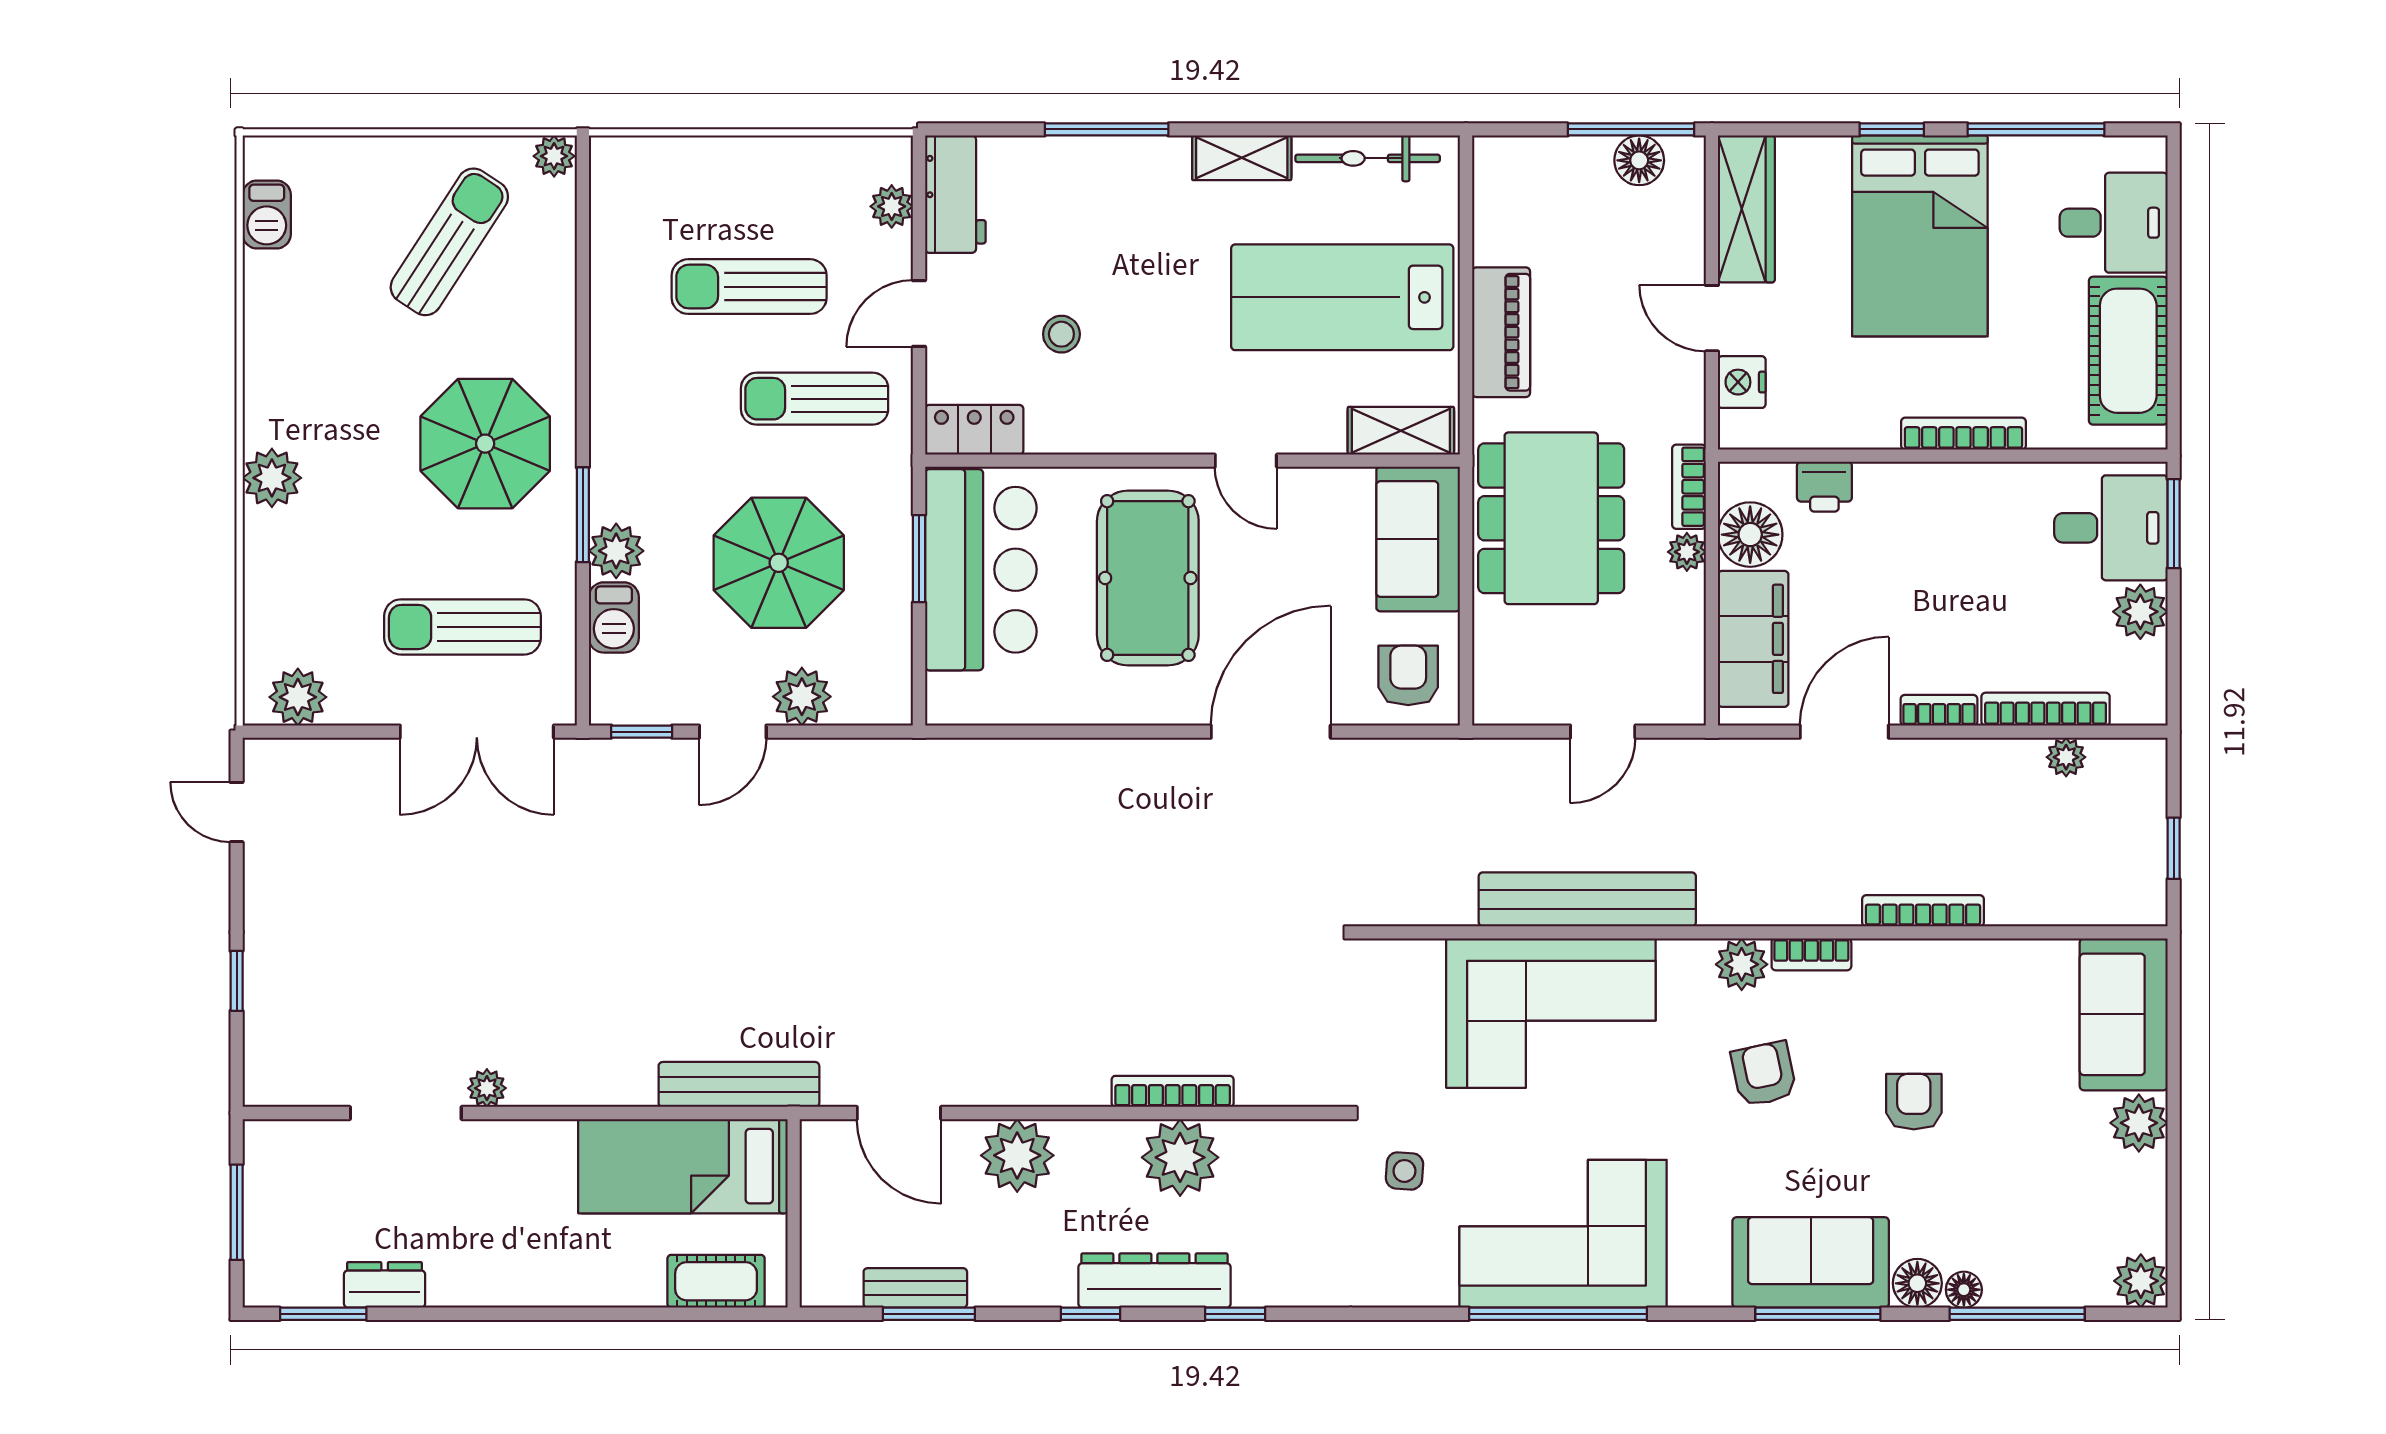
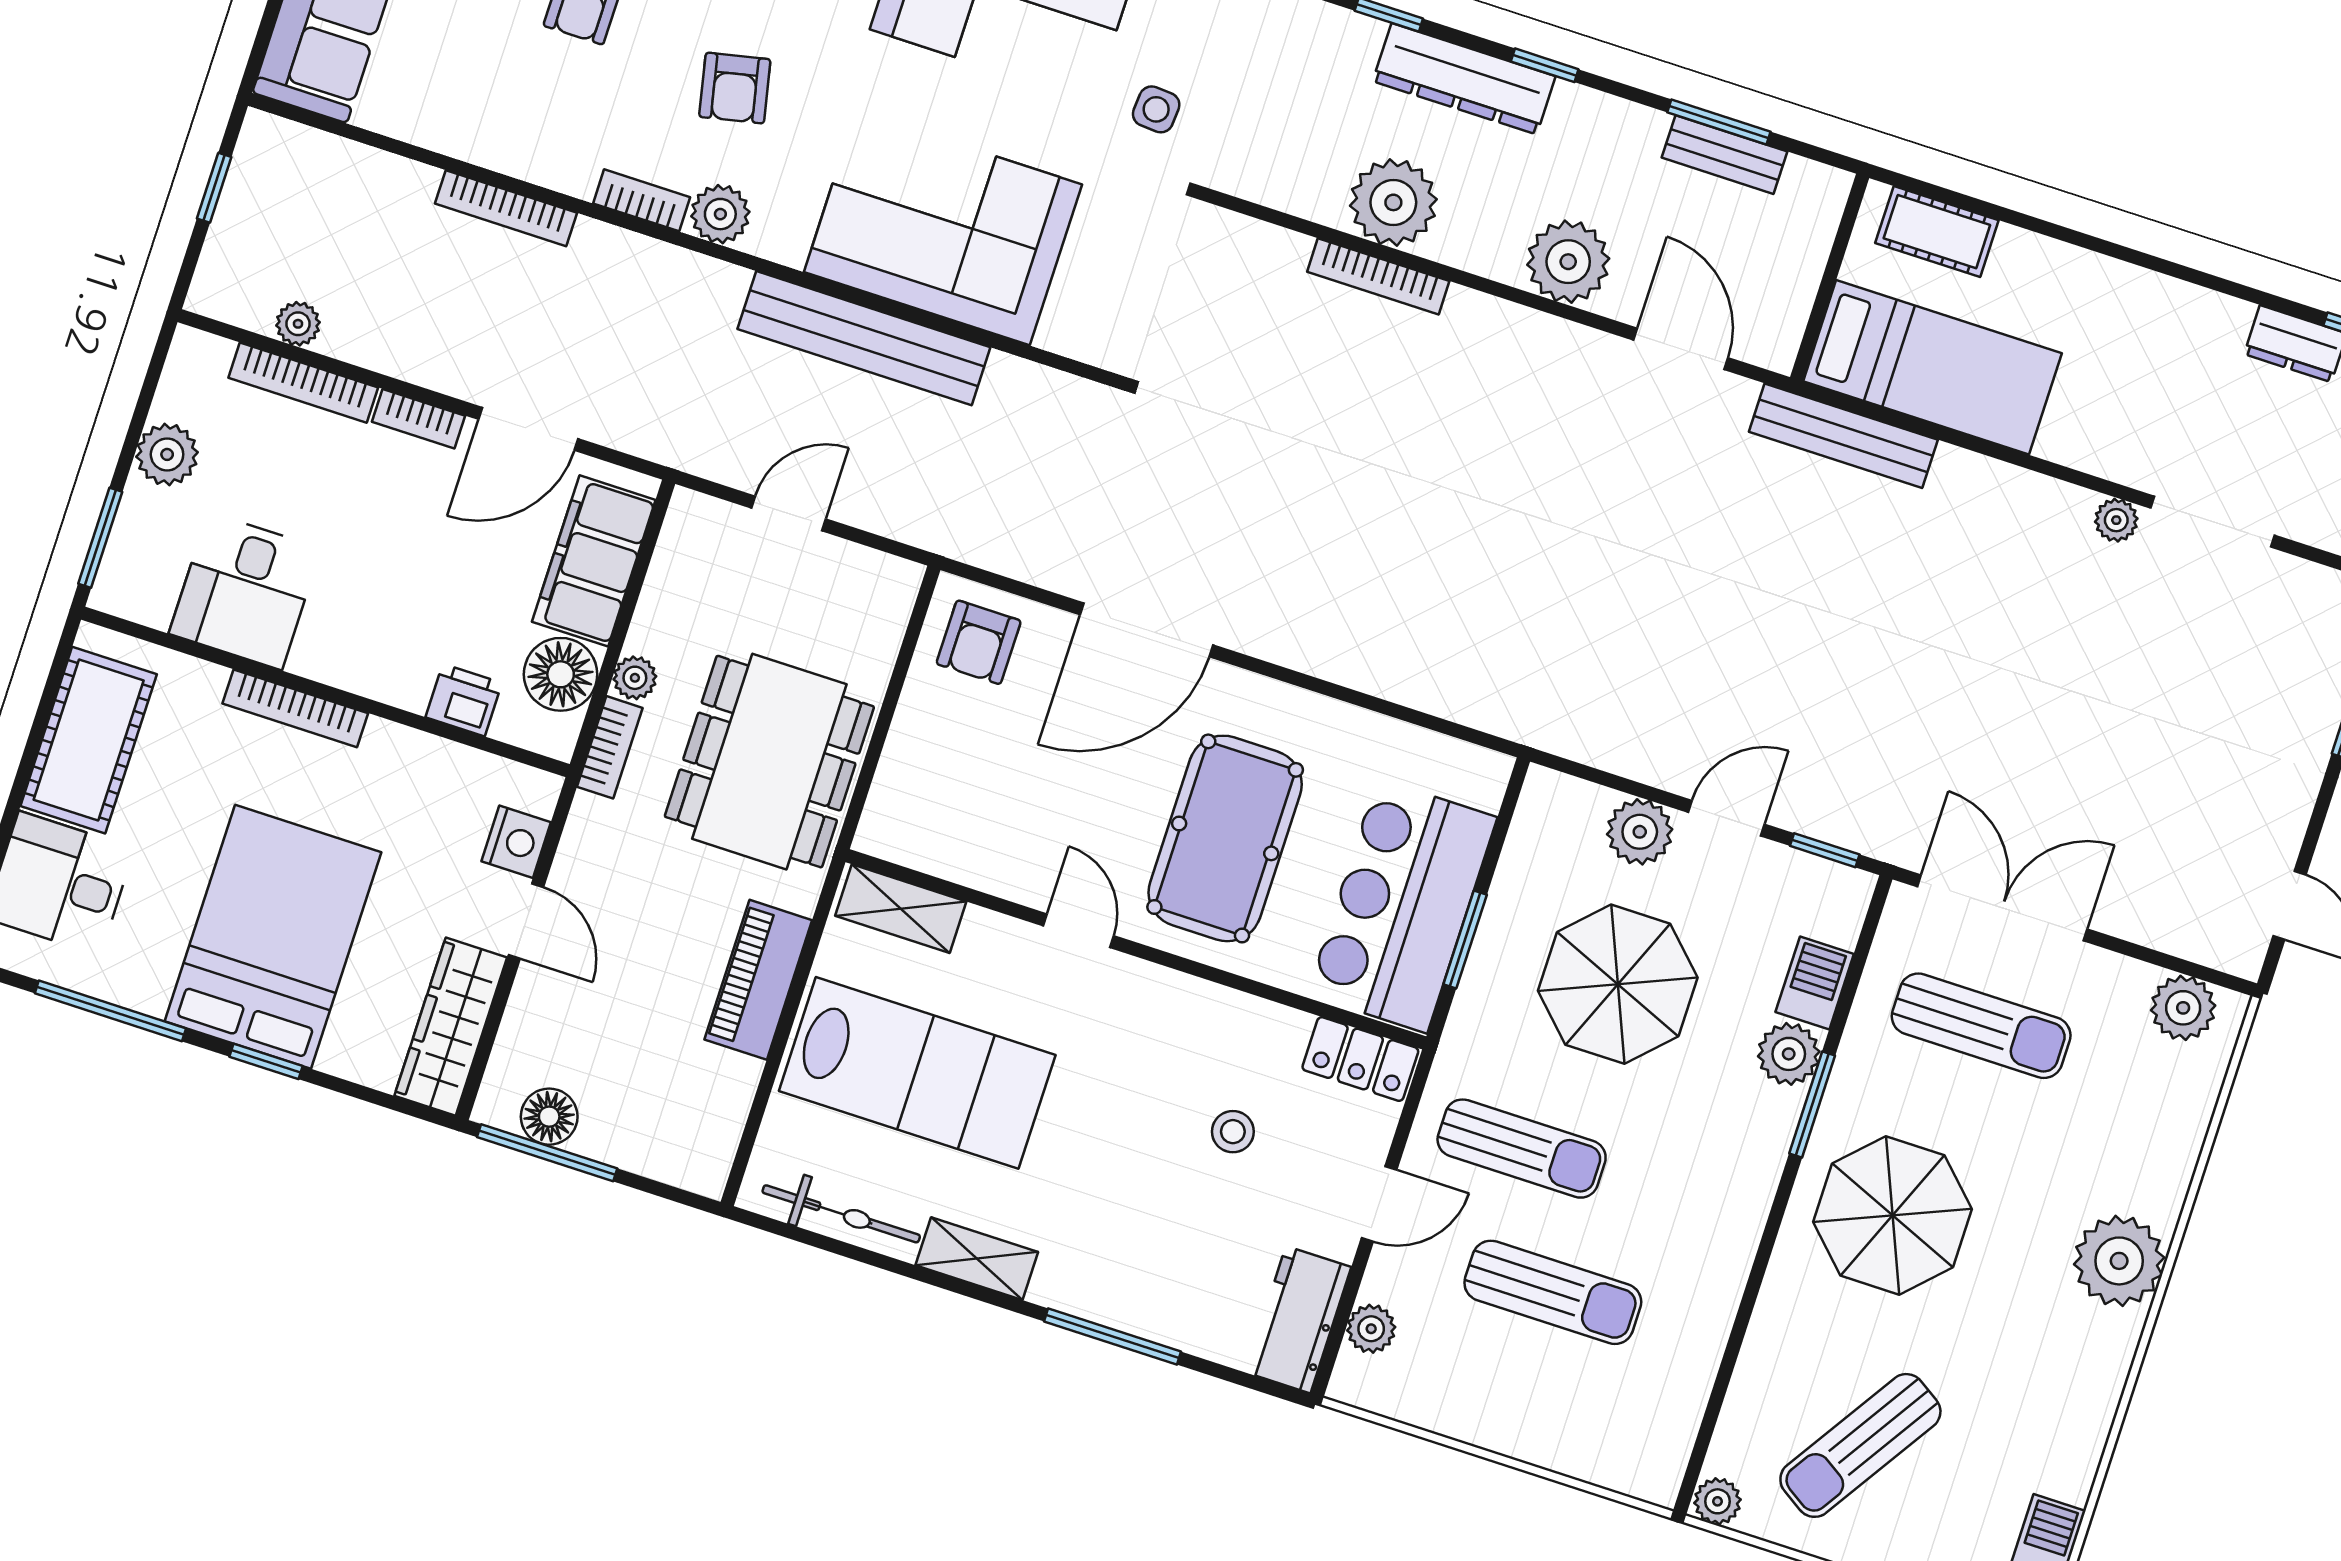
plant: (272, 478) -> (2119, 1261), width x1.36, depth x1.36
desk: (2111, 528) -> (245, 591), moved, turned -90
sofa: (1418, 539) -> (920, 786), removed

